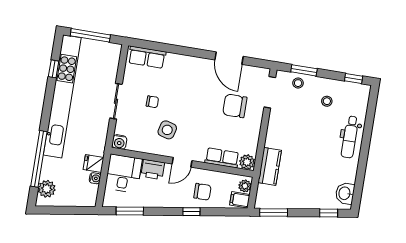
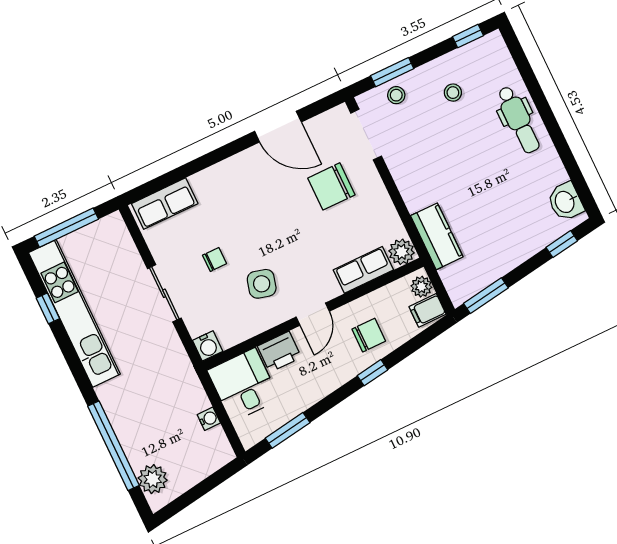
kitchen unit: (62, 96) -> (74, 313), width x0.73
fridge: (93, 164) -> (193, 400), removed

